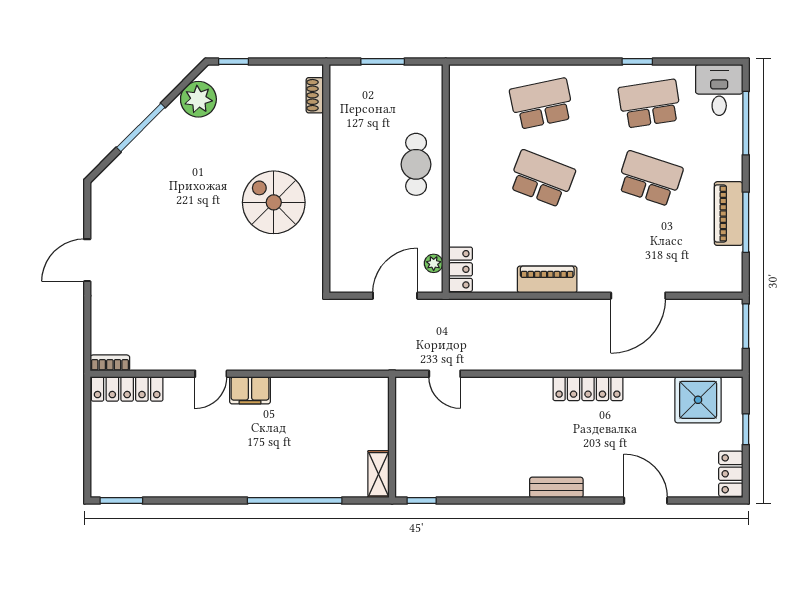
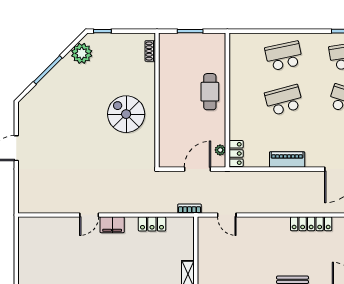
school desk: (542, 179) -> (284, 100), turned -36
bookcase: (110, 363) -> (189, 209), moved
locker: (127, 389) -> (152, 224), moved, width x0.66

